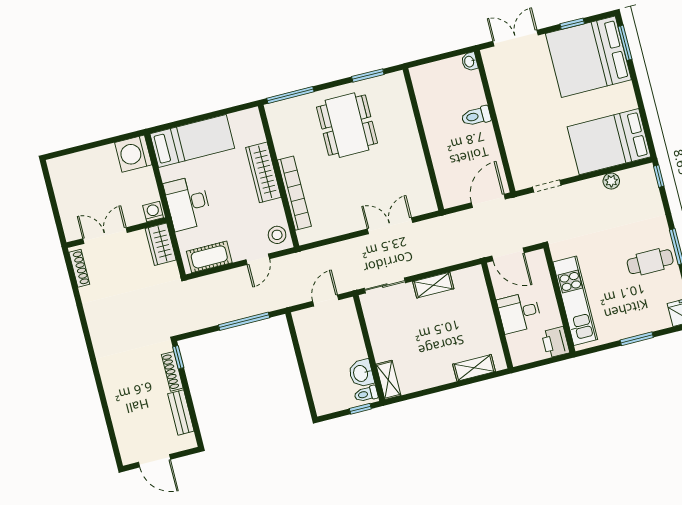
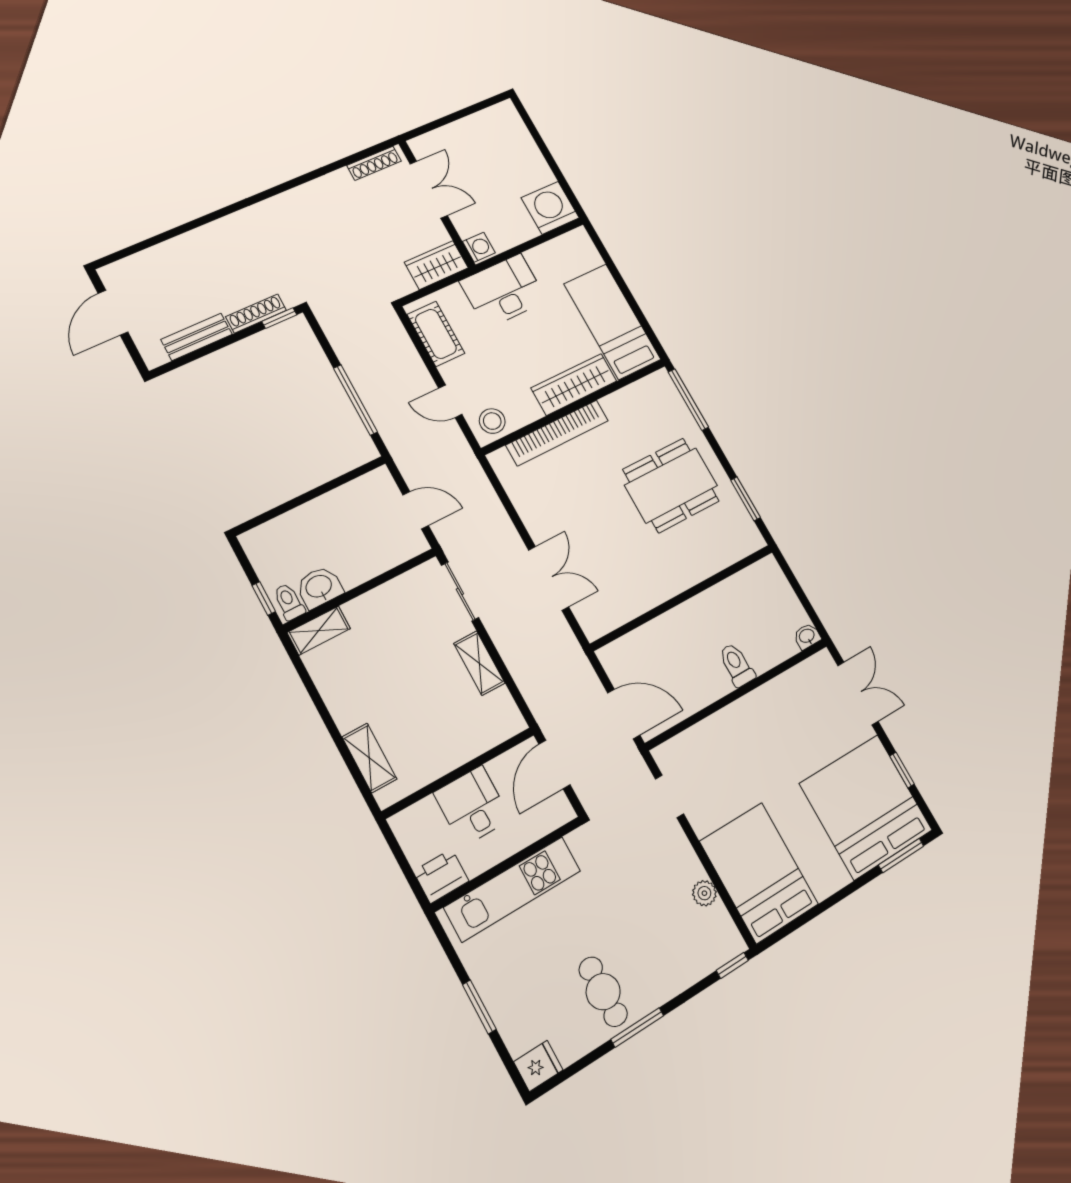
bed: (192, 141) -> (612, 322), moved, turned 180

